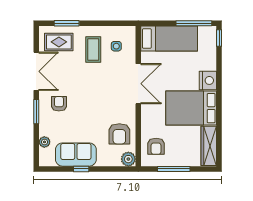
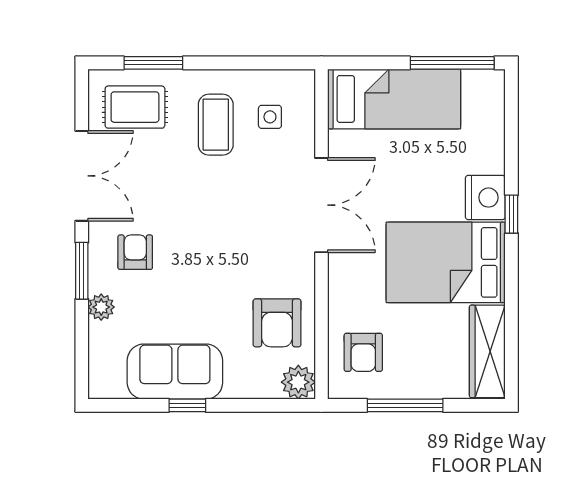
window: (219, 38) -> (511, 214), moved
plant: (44, 142) -> (101, 307), moved

